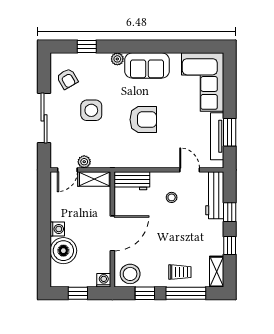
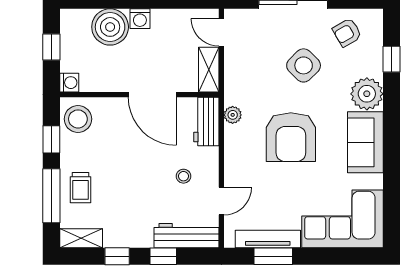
plant: (117, 59) -> (367, 94), width x1.88, depth x1.88
side table: (91, 110) -> (304, 65), turned 45
armchair: (143, 120) -> (291, 137), width x1.36, depth x1.36
plant: (84, 162) -> (233, 115), moved
door: (112, 233) -> (152, 95), moved

